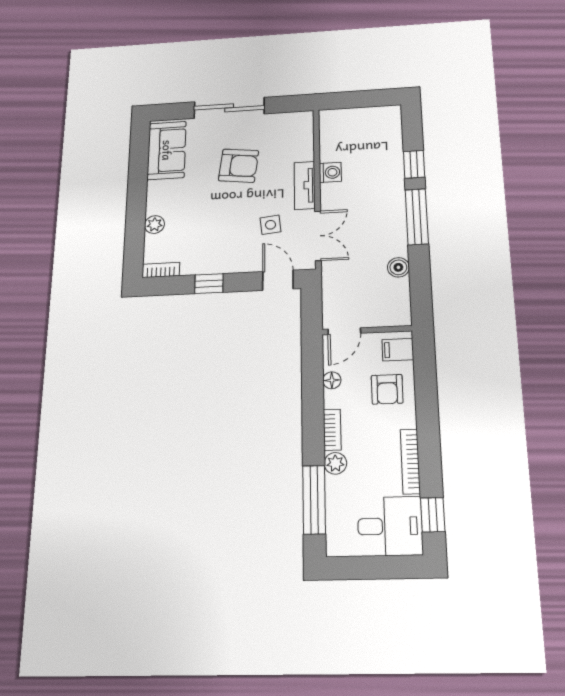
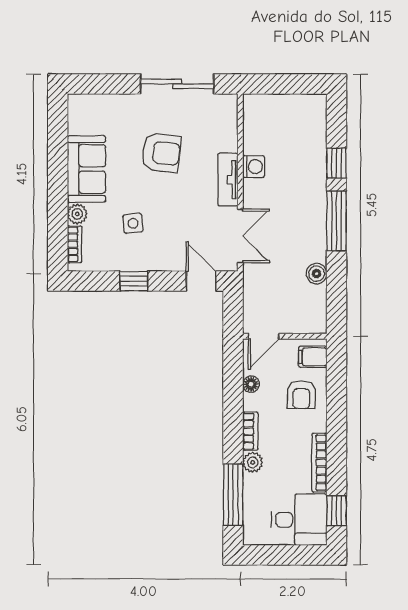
sliding door: (229, 108) -> (177, 84), moved
sofa: (167, 150) -> (86, 169), moved
side table: (270, 225) -> (133, 223), moved
bookcase: (161, 270) -> (75, 244), moved, turned 90

